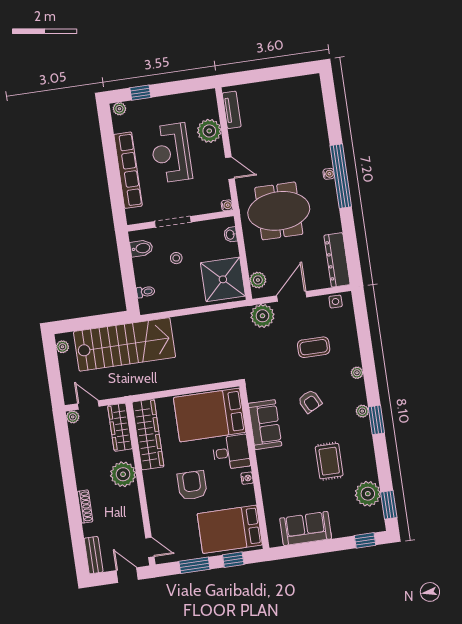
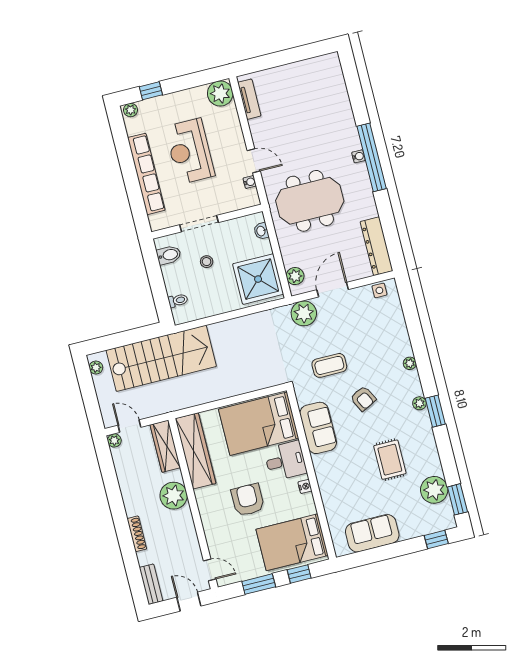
plant: (209, 131) -> (220, 93), moved
water cooler: (227, 205) -> (250, 182), moved
coffee table: (314, 347) -> (329, 365), moved

